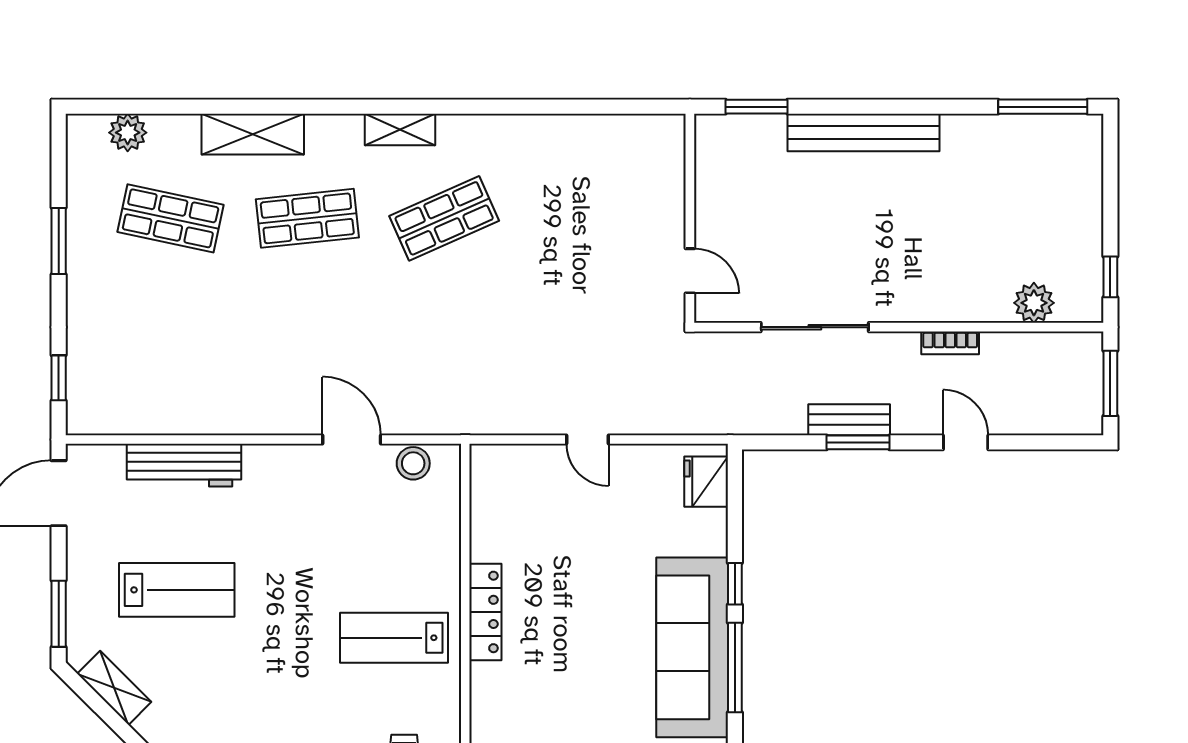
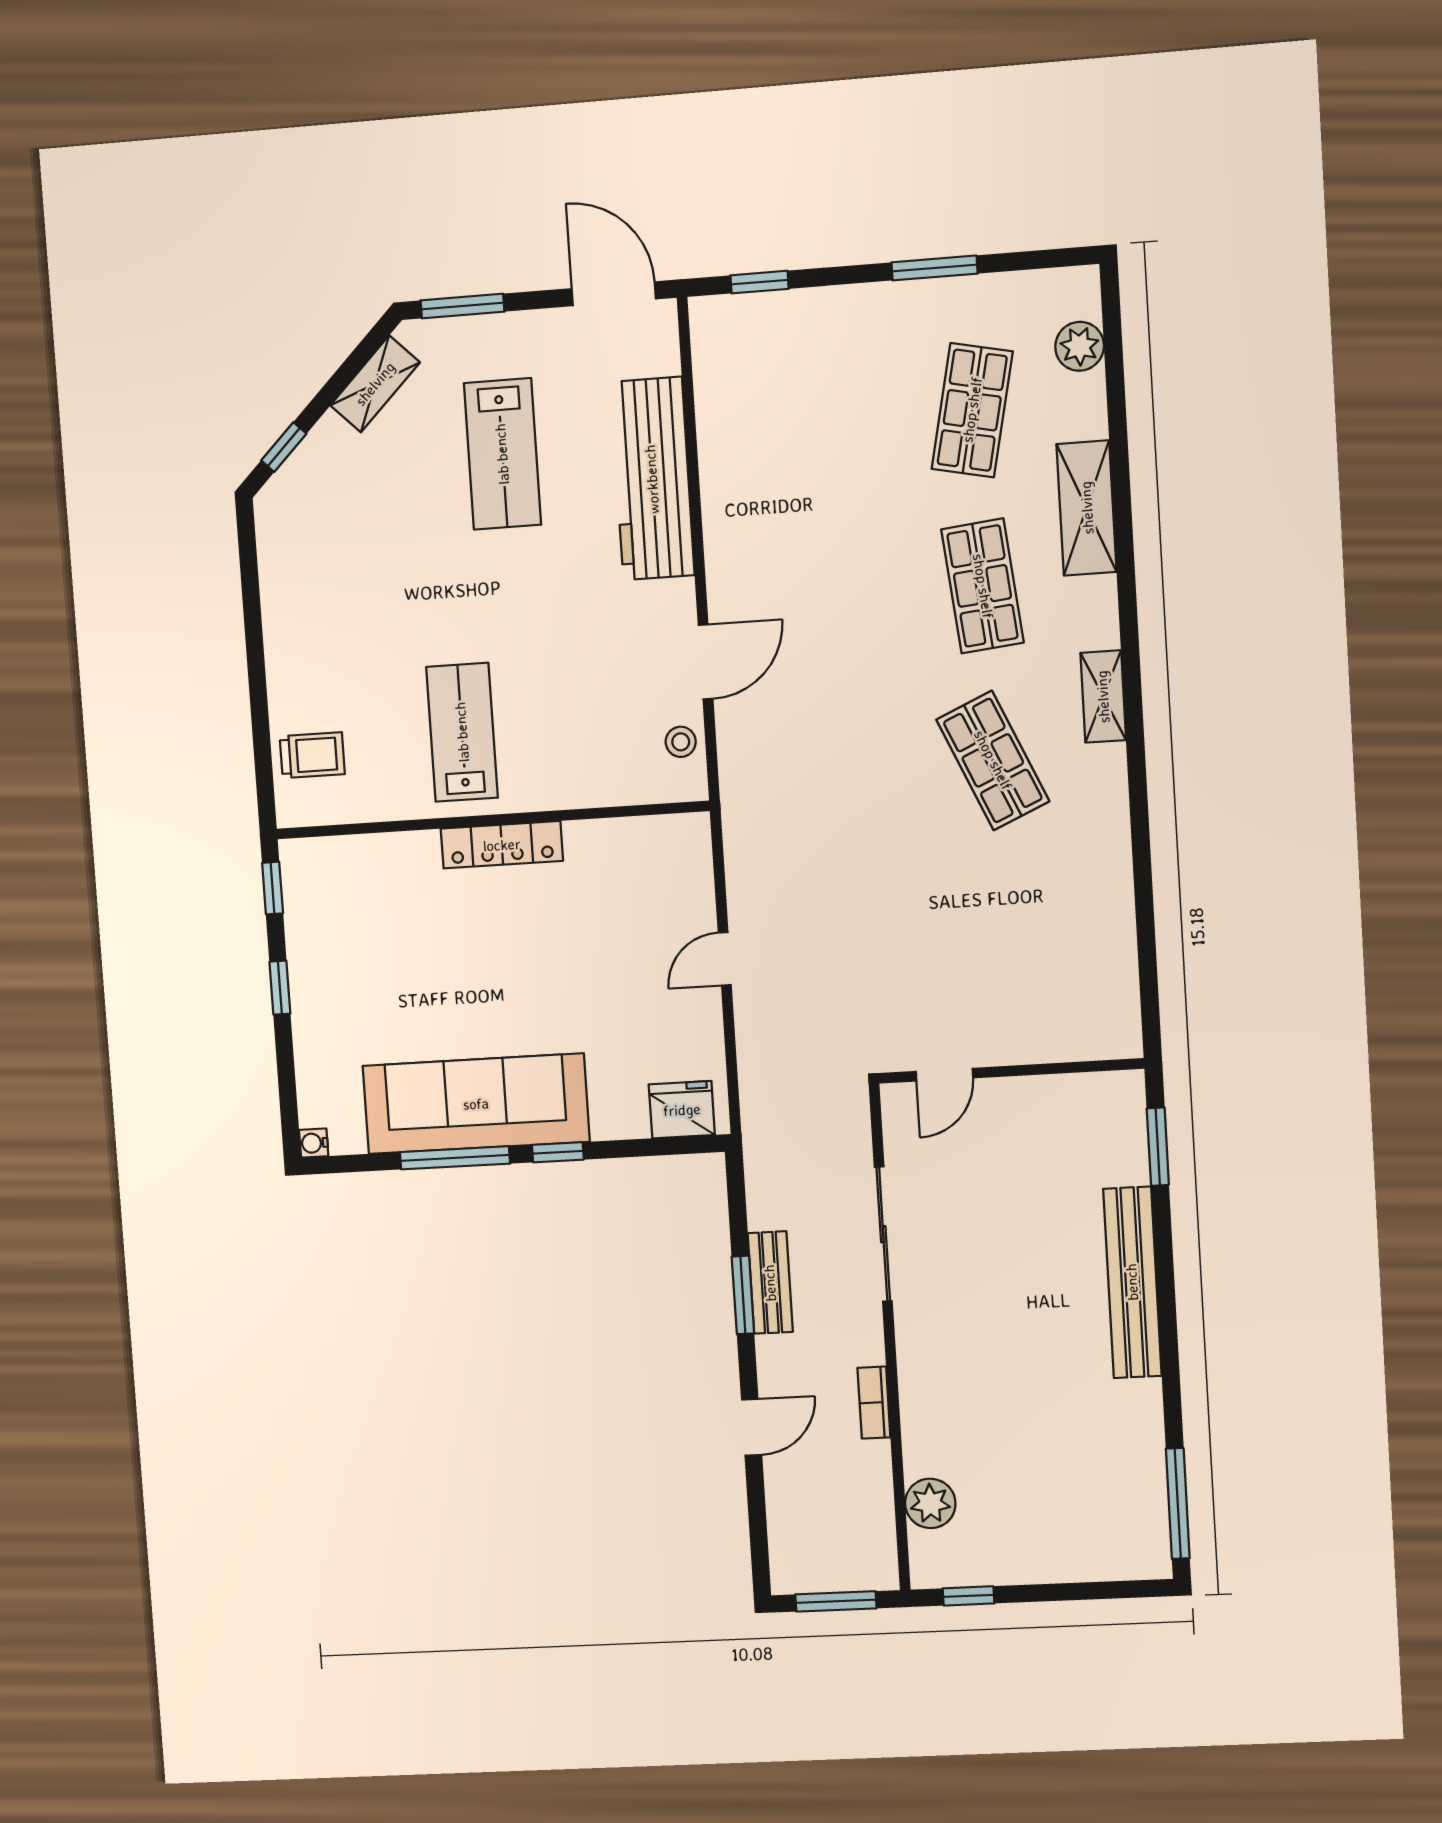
stool: (413, 463) -> (681, 742), width x0.73, depth x0.73
workbench: (184, 465) -> (652, 479), width x1.36, depth x1.32

